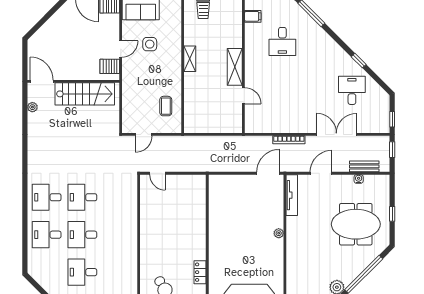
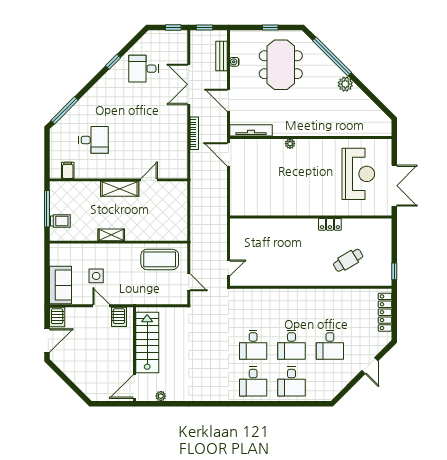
coffee table: (166, 106) -> (160, 259), width x1.86, depth x1.72

